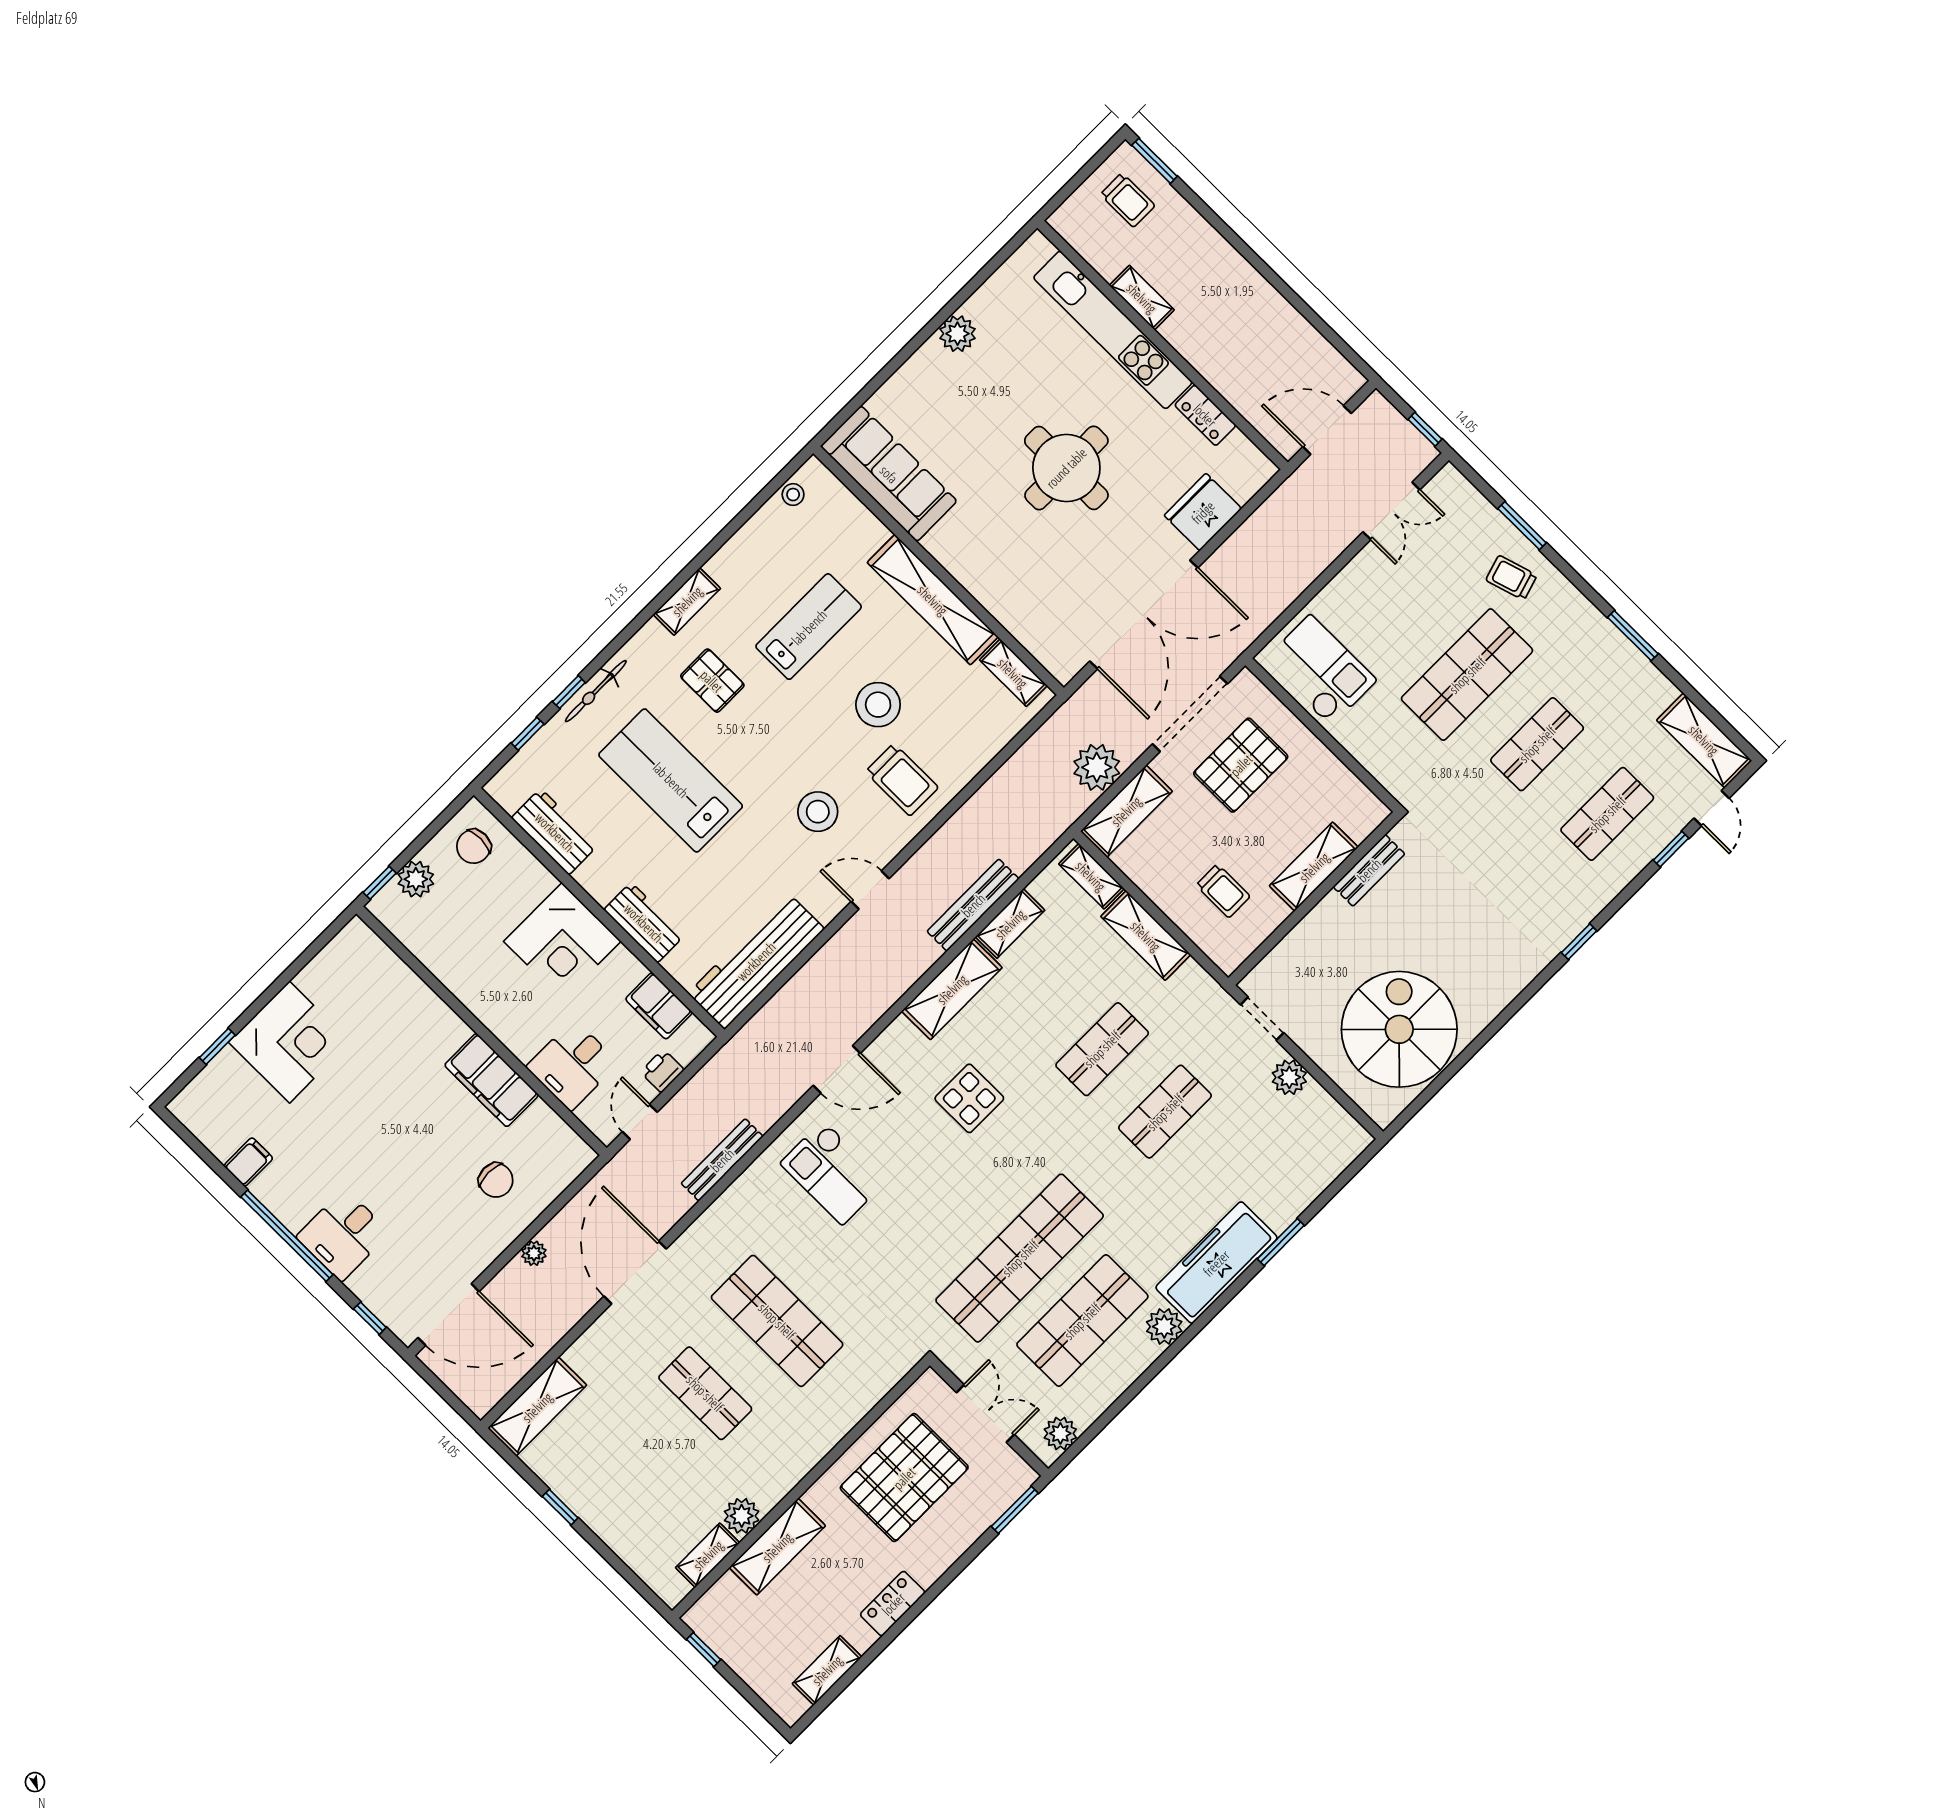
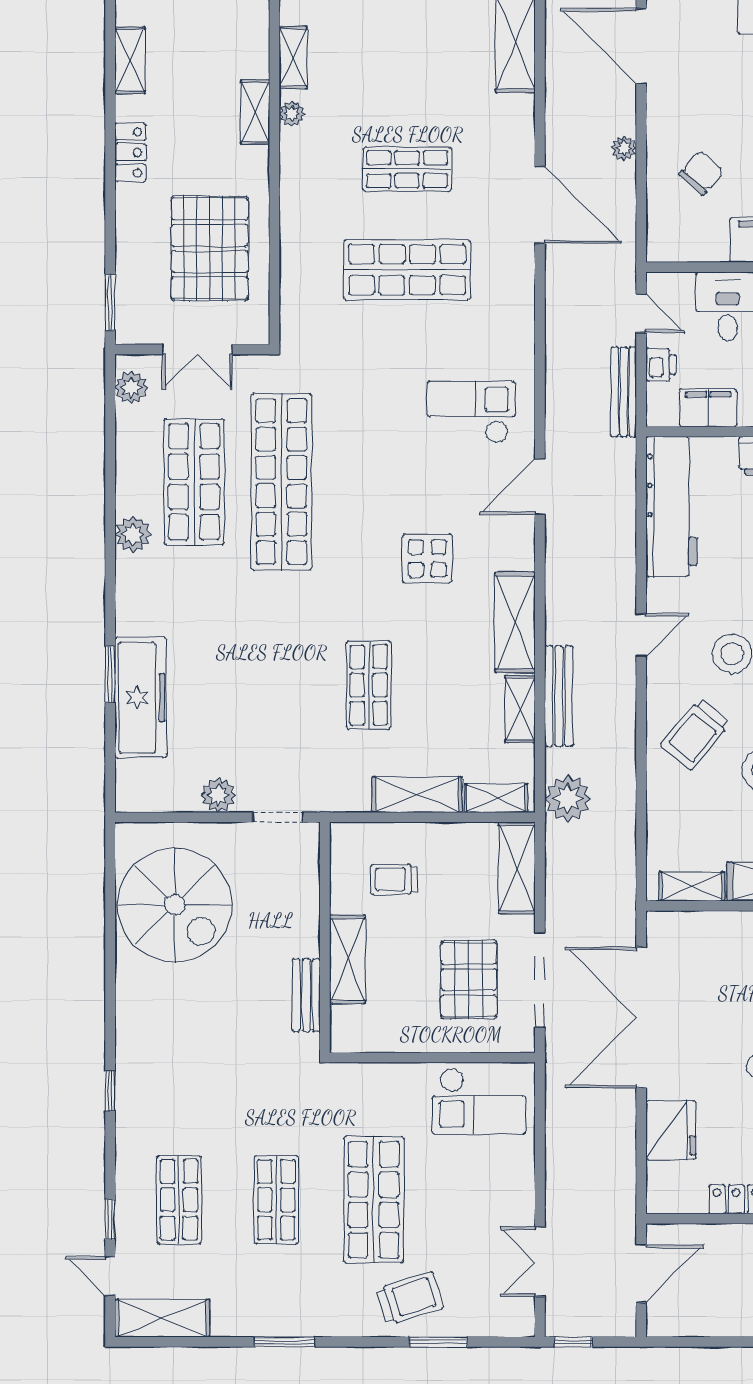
trolley: (1511, 578) -> (410, 1298), width x1.36, depth x1.39
plant: (1097, 767) -> (568, 798), moved
trolley: (902, 780) -> (695, 734), turned -50
shop shelf: (1165, 1112) -> (281, 685), removed
bench: (722, 1160) -> (624, 392), moved
chair: (496, 1180) -> (701, 173), turned 131
freezer: (1216, 1263) -> (141, 697), moved
door: (449, 1315) -> (641, 46), hinge flipped
plant: (742, 1516) -> (292, 114), width x0.73, depth x0.73
shelving: (777, 1547) -> (255, 112), width x0.67, depth x0.75

